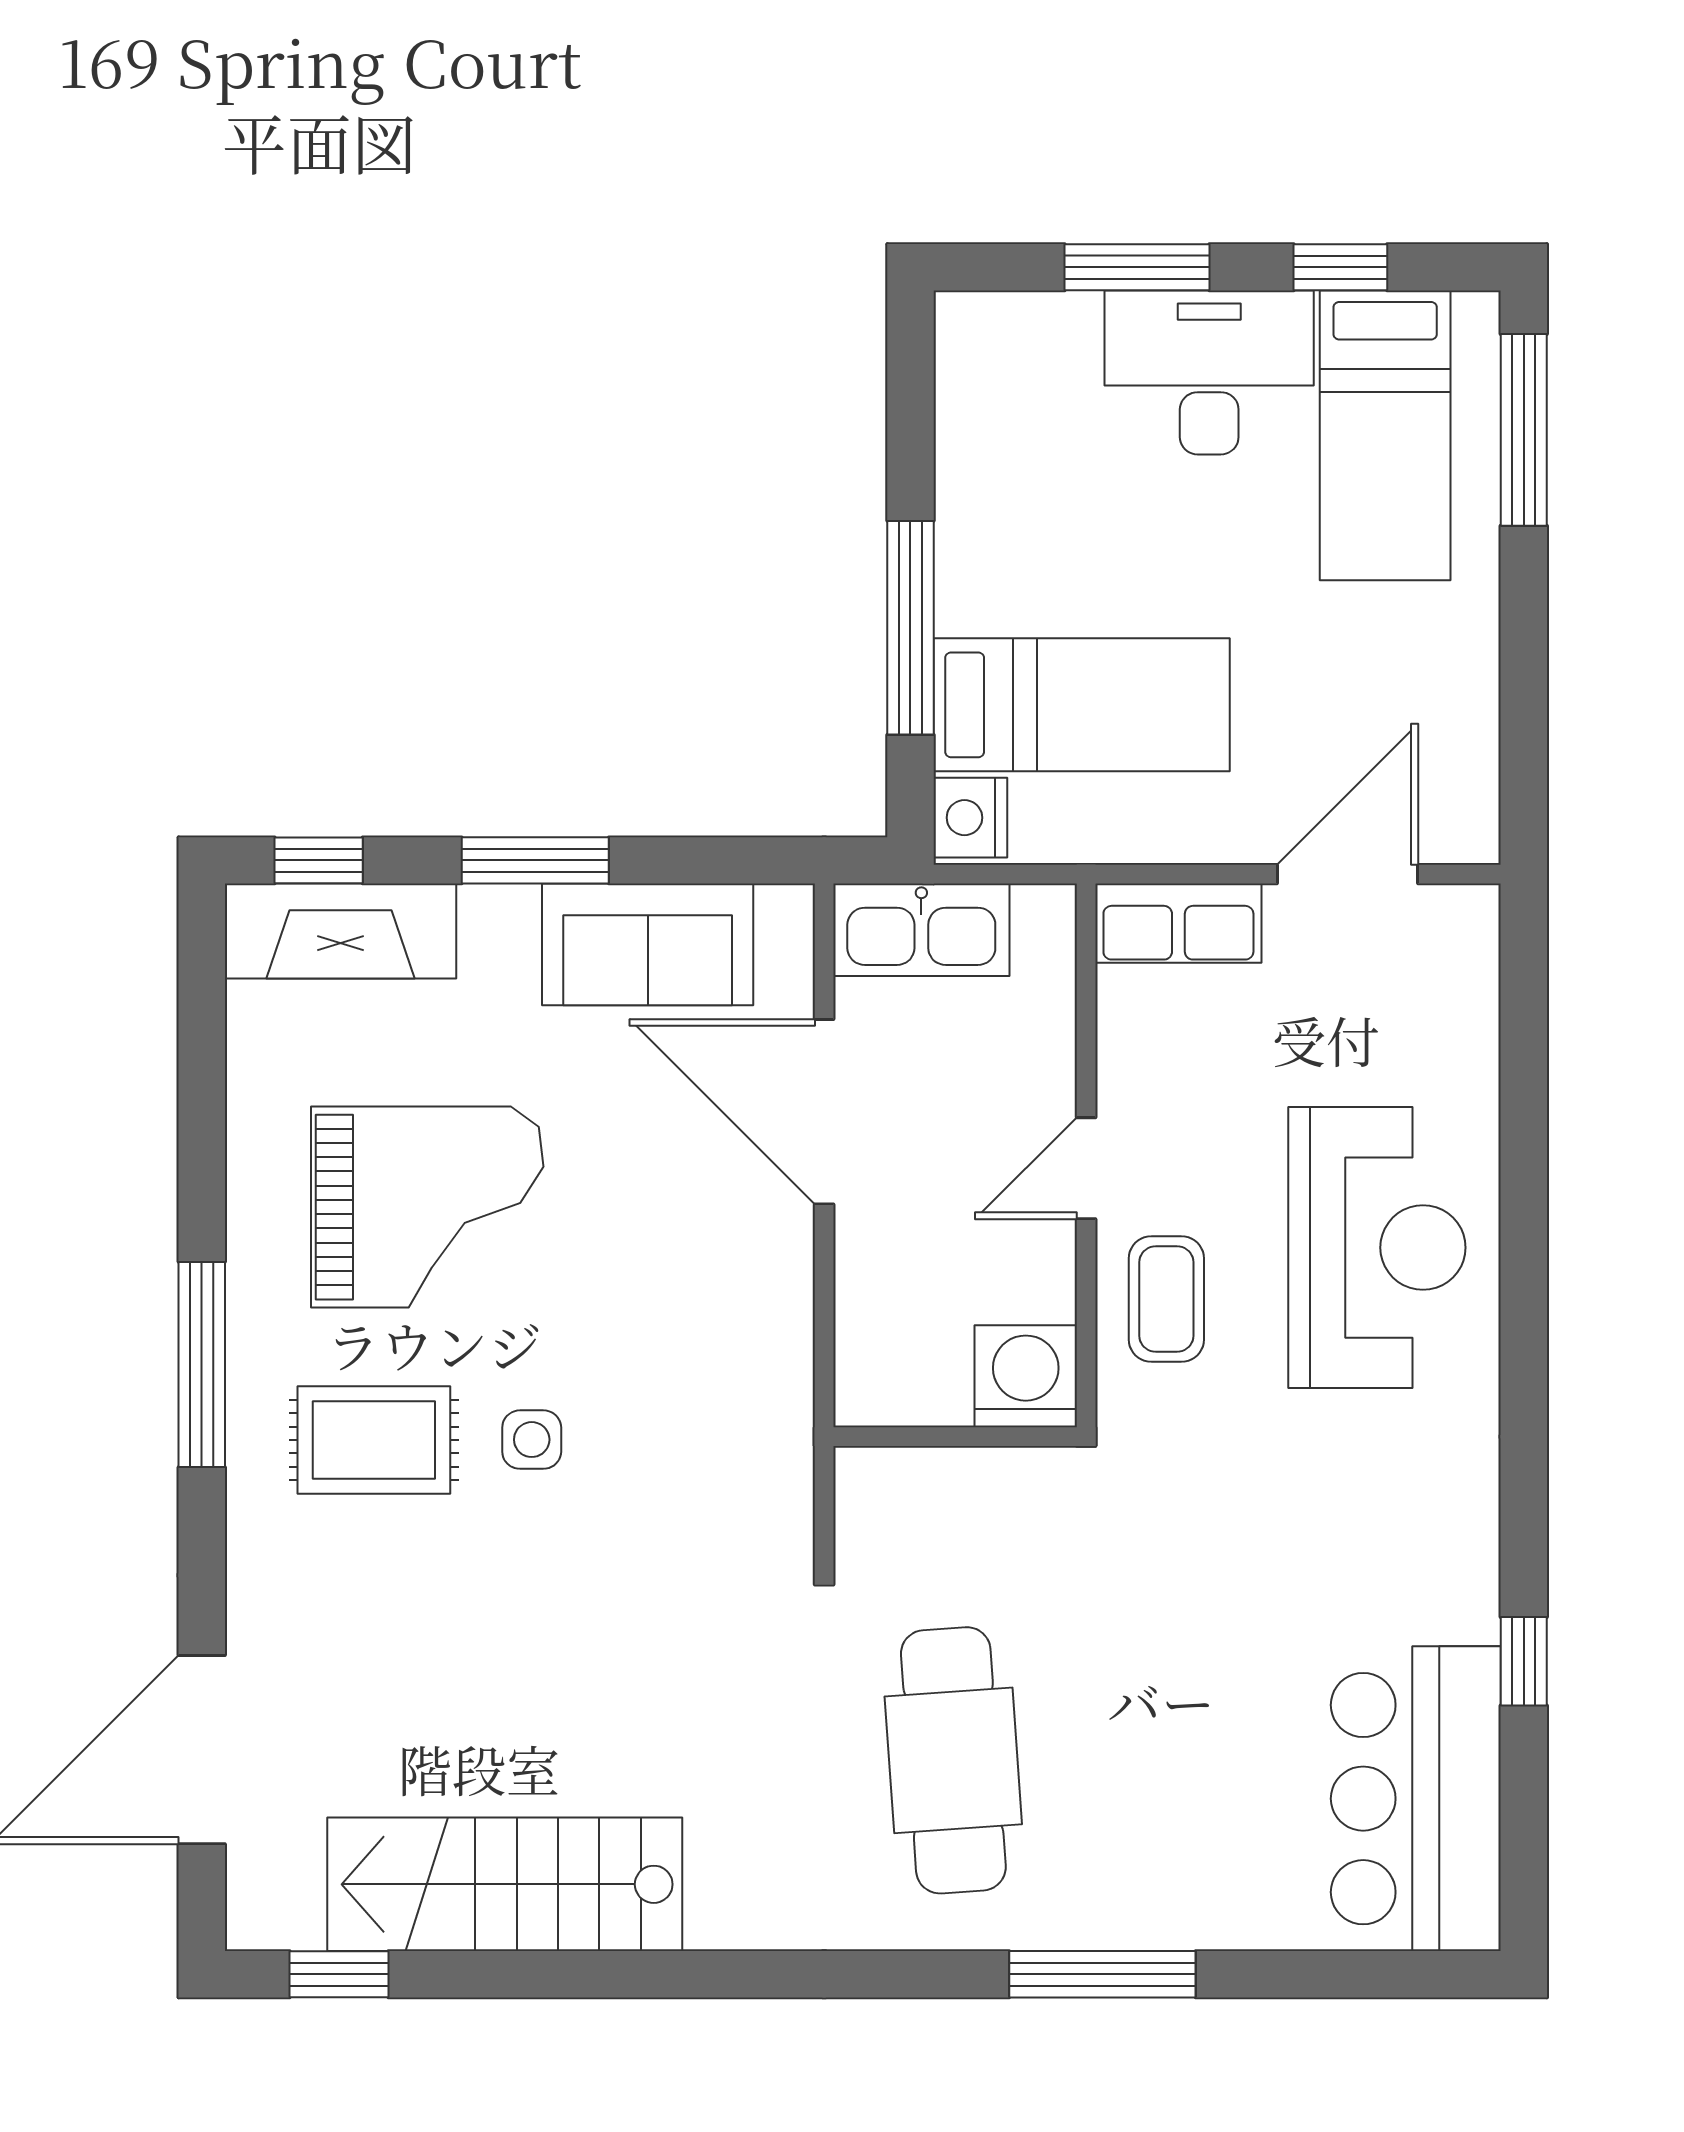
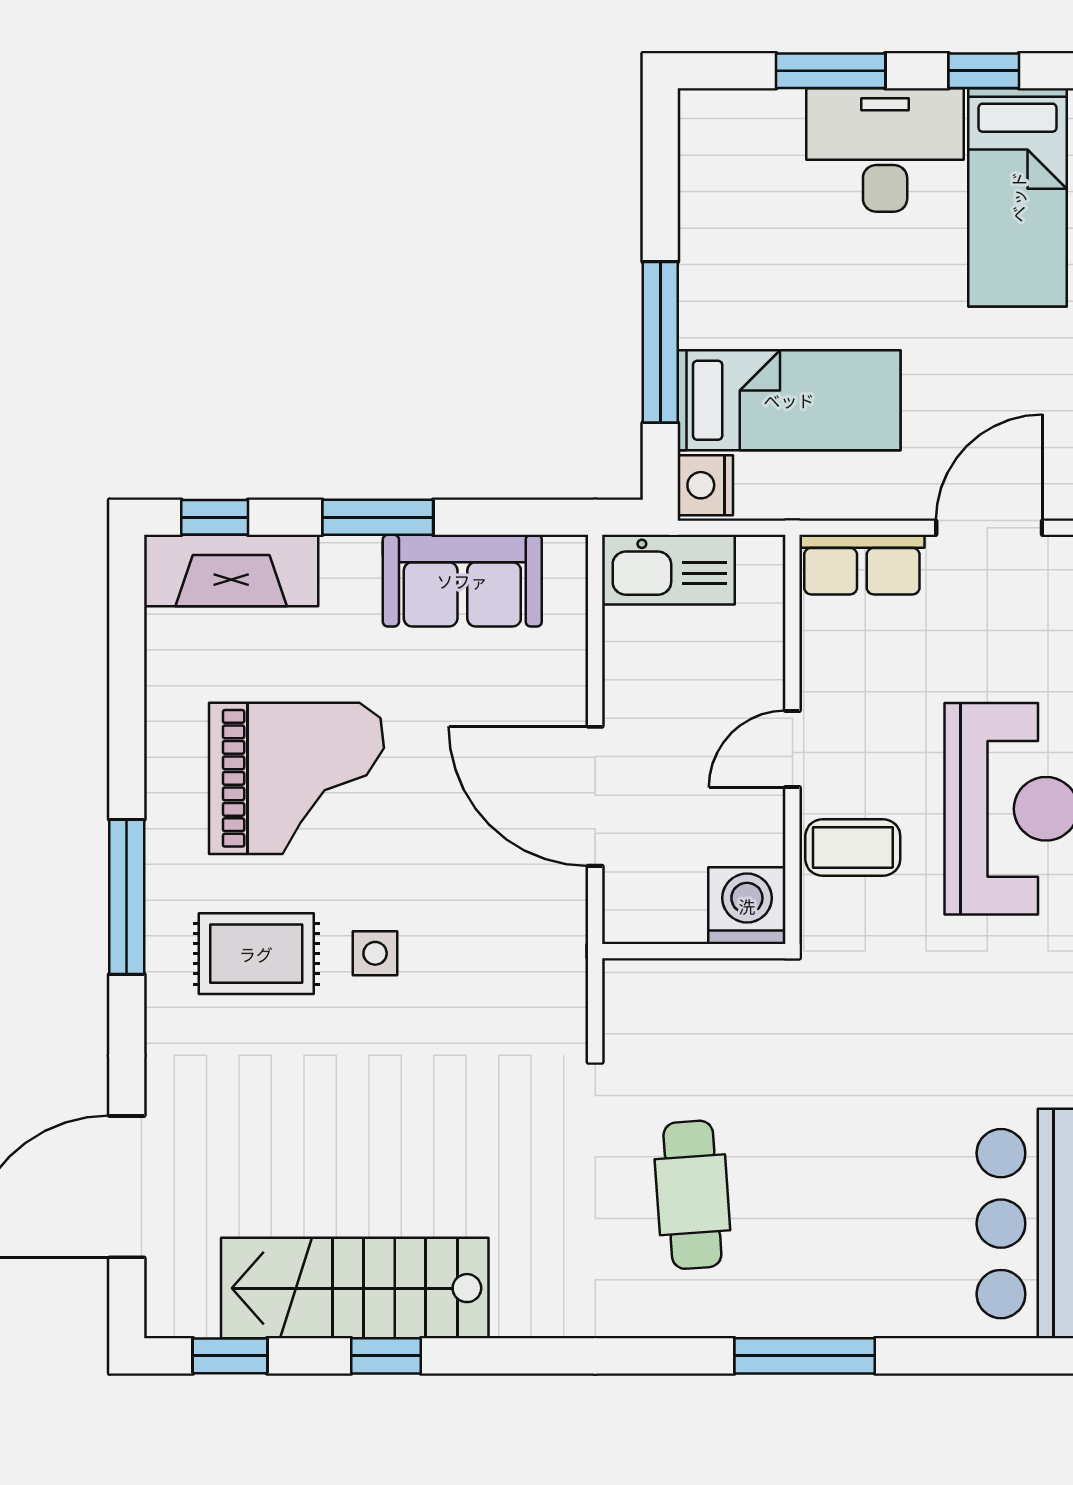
door: (824, 1112) -> (595, 796), moved
coffee table: (1166, 1299) -> (853, 848), turned 90
cafe table: (953, 1760) -> (692, 1195), width x0.73, depth x0.74
window: (546, 1974) -> (386, 1356), added

